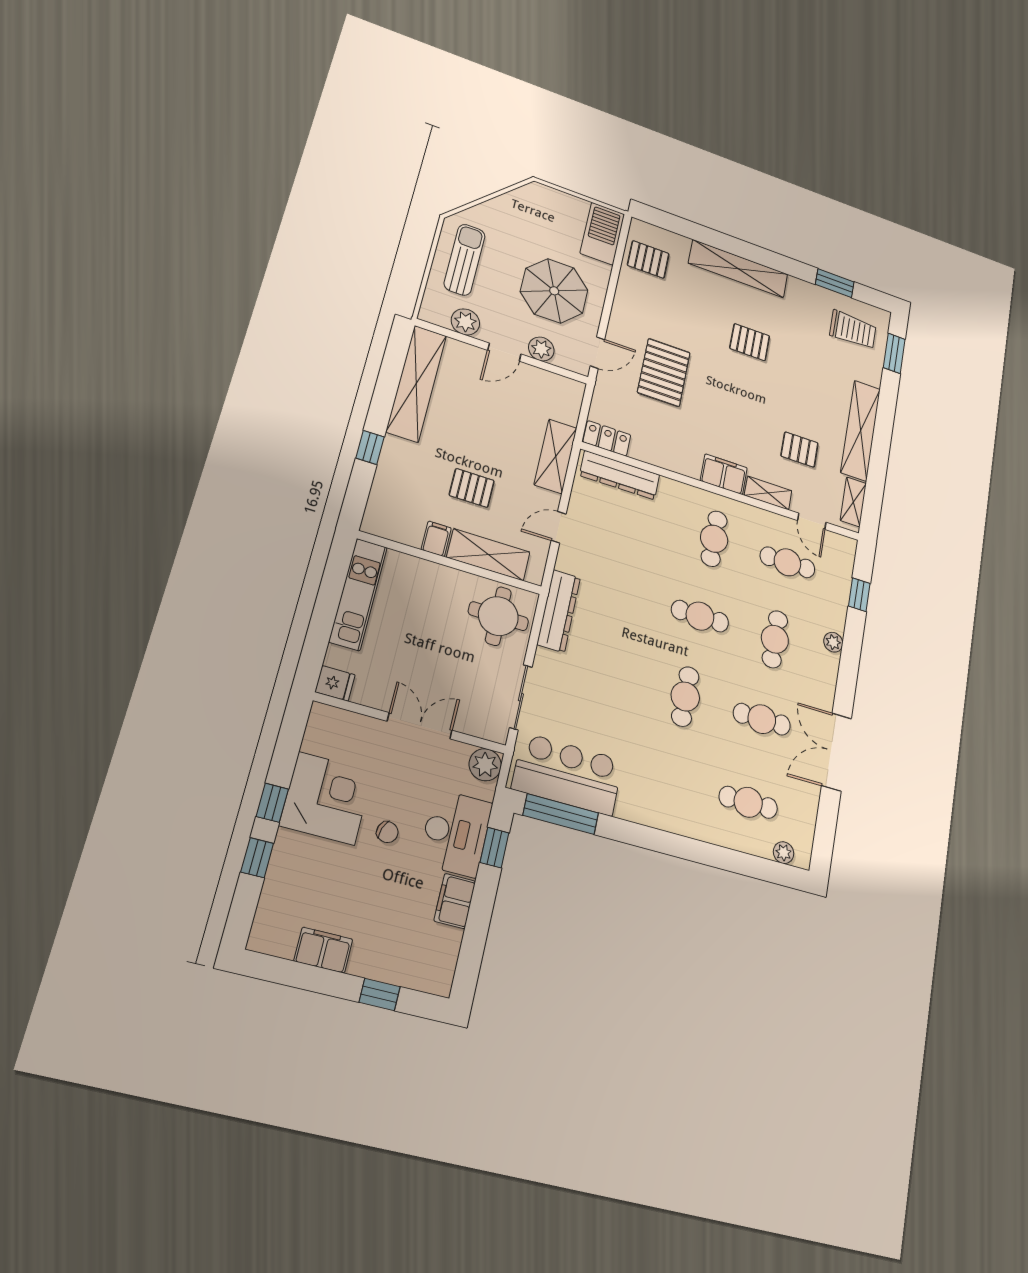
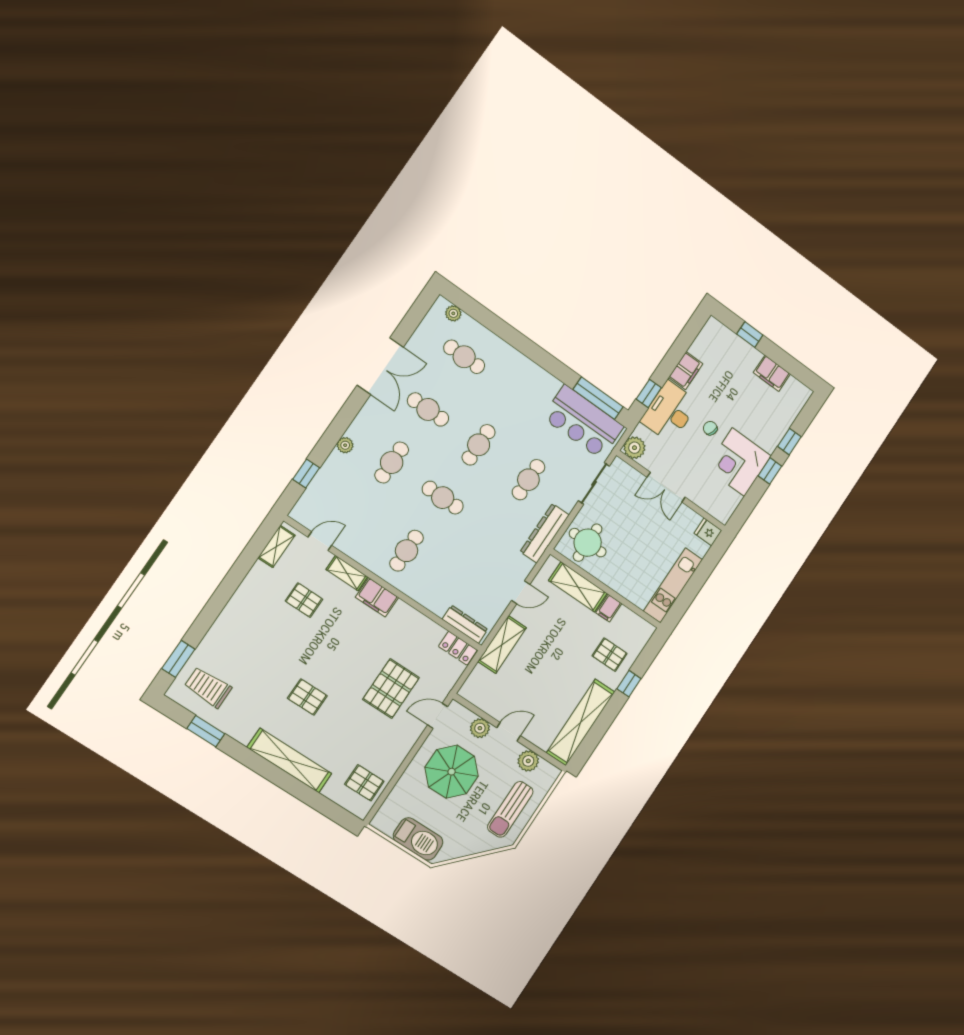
barbecue: (602, 234) -> (418, 839), moved, turned -90
shelving: (861, 431) -> (242, 602), removed
dresser: (620, 475) -> (465, 624), width x0.73, depth x0.80
pallet: (472, 488) -> (610, 655), moved
door: (812, 521) -> (320, 541), hinge flipped
cafe table: (787, 562) -> (528, 480), moved, turned 90

